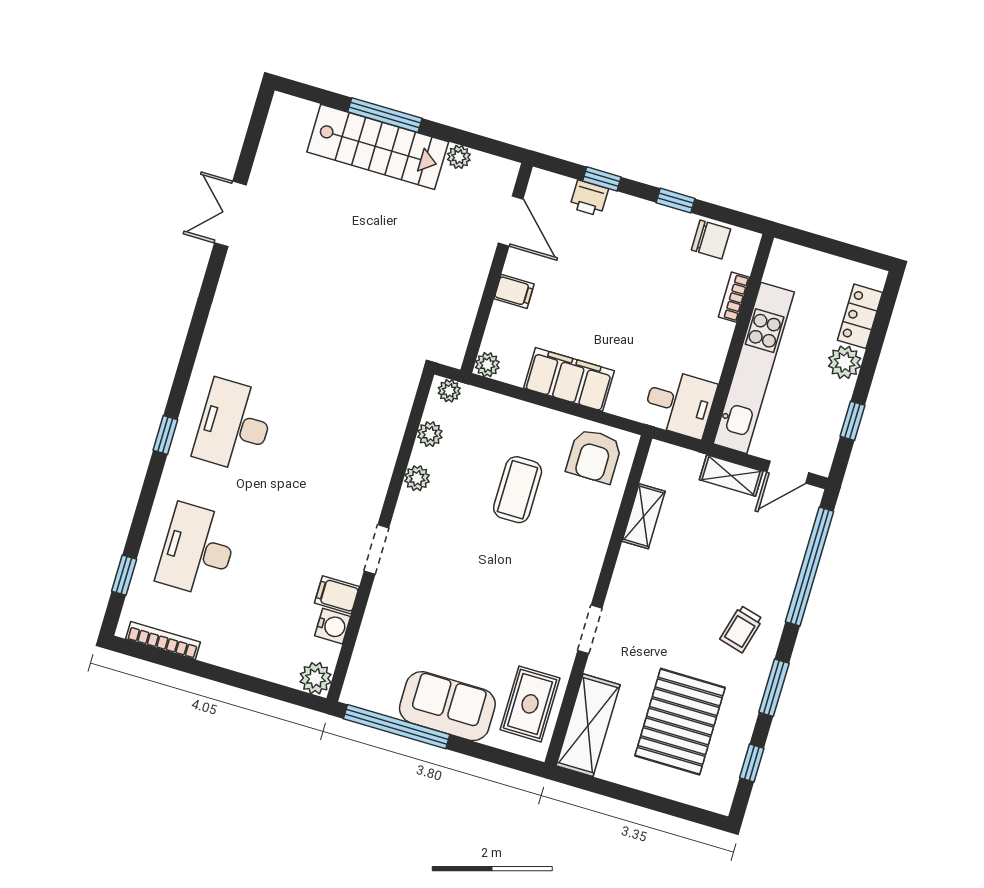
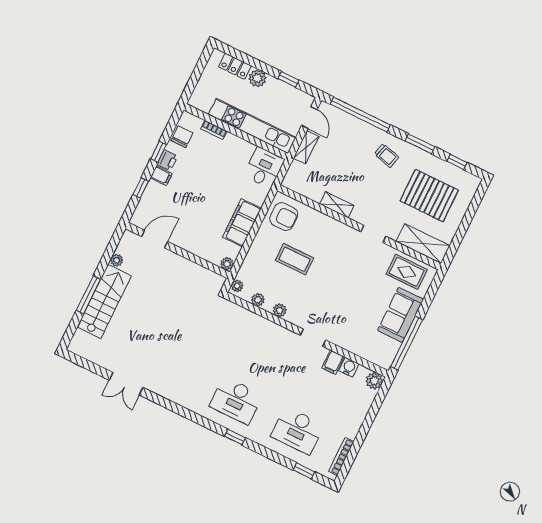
printer: (589, 198) -> (167, 160), moved
filing cabinet: (514, 291) -> (161, 176), moved, turned 90
shelving: (644, 516) -> (337, 205), moved

